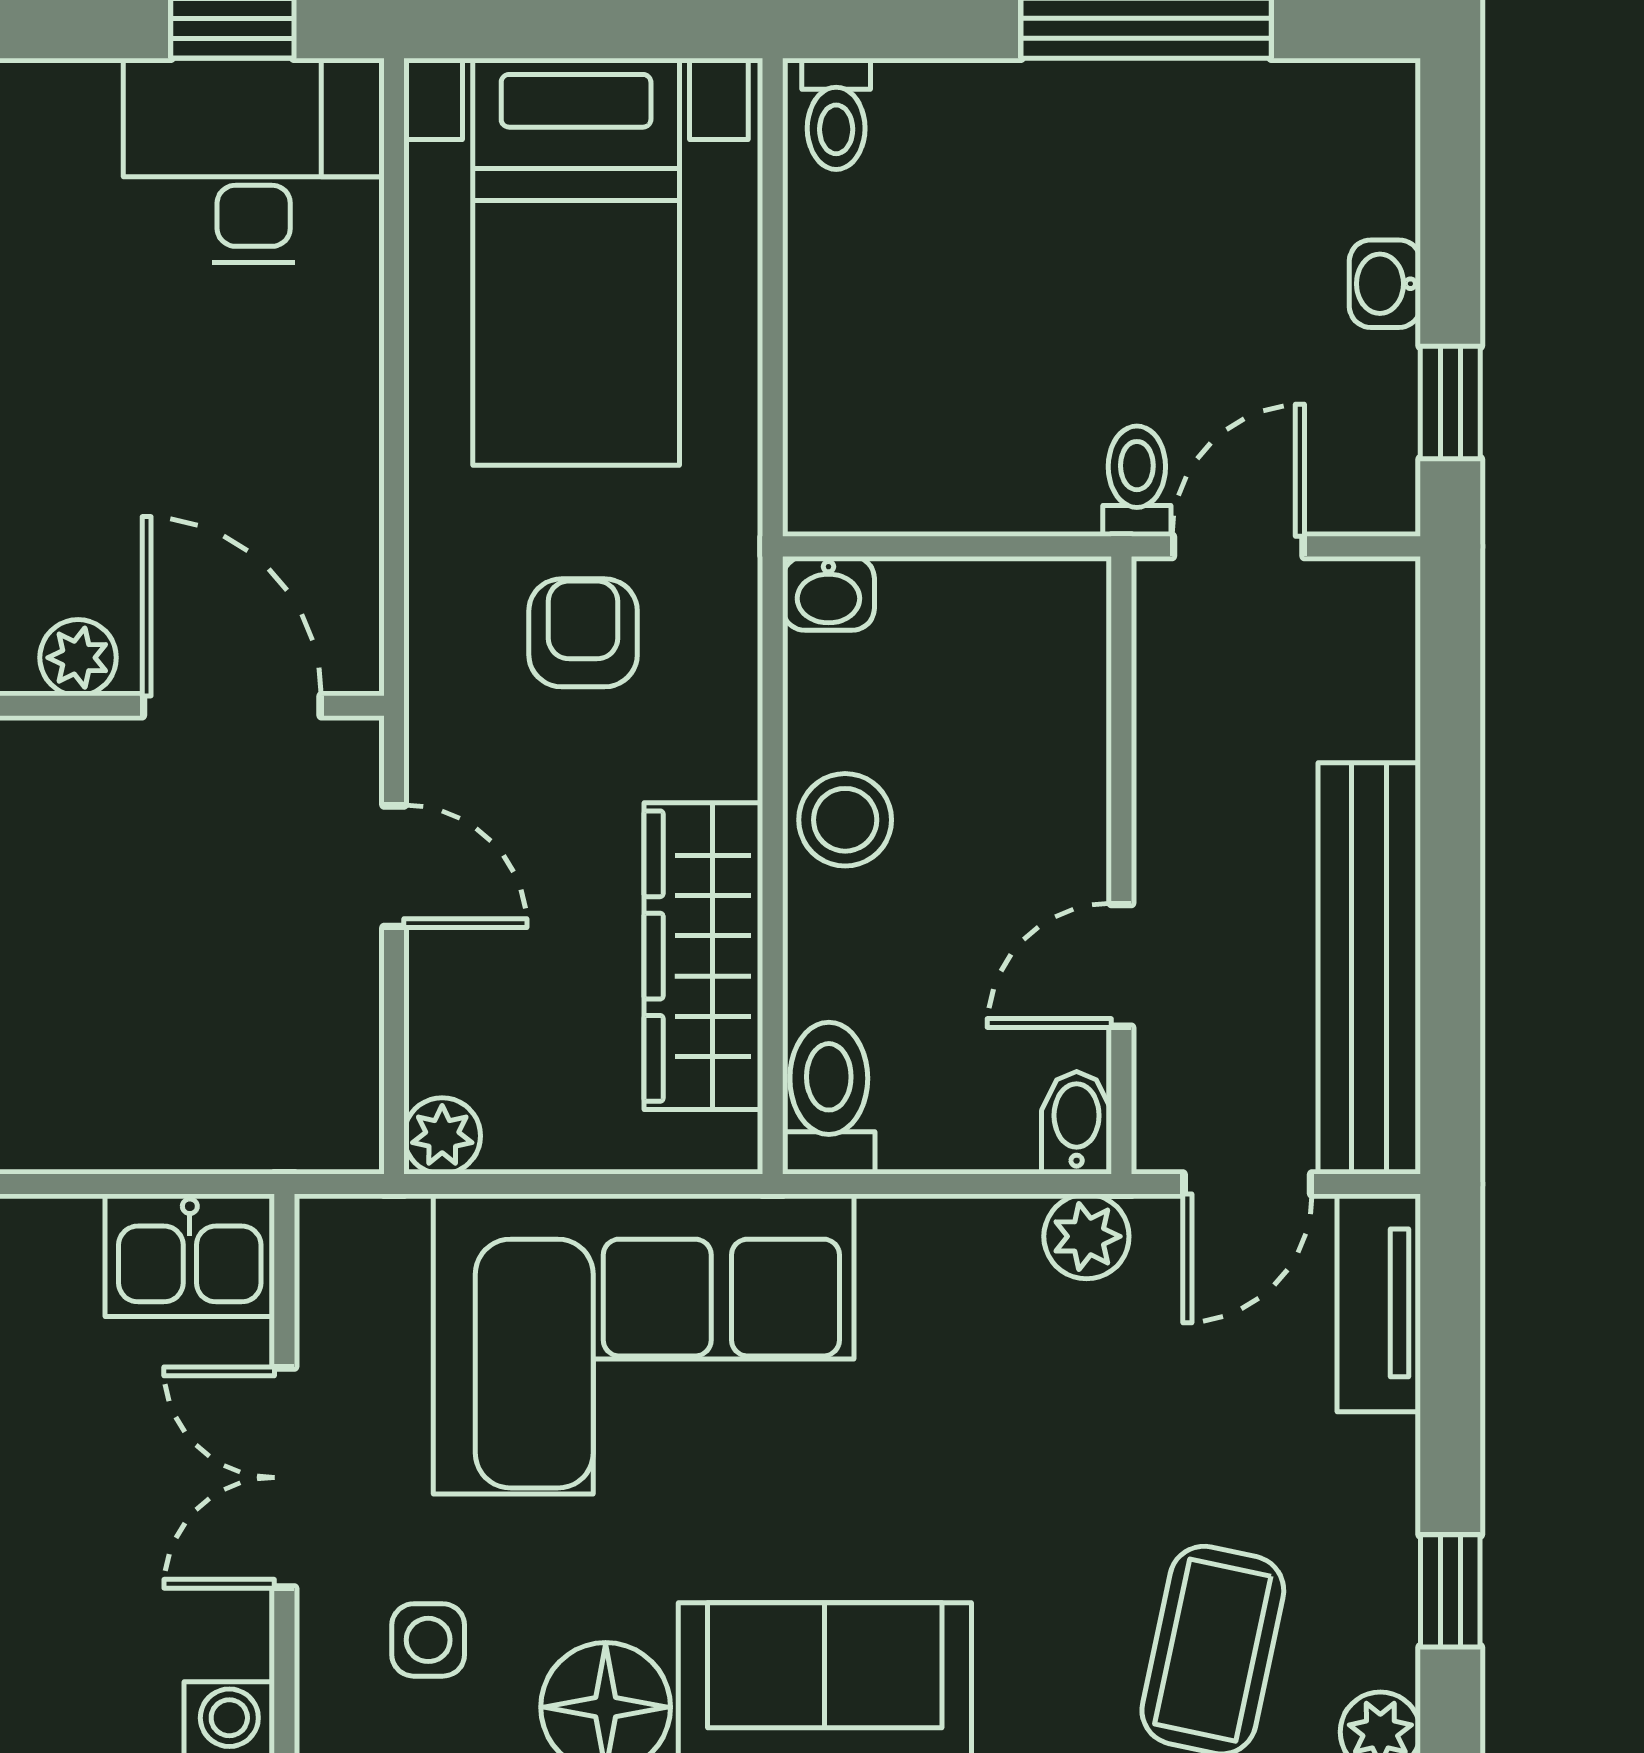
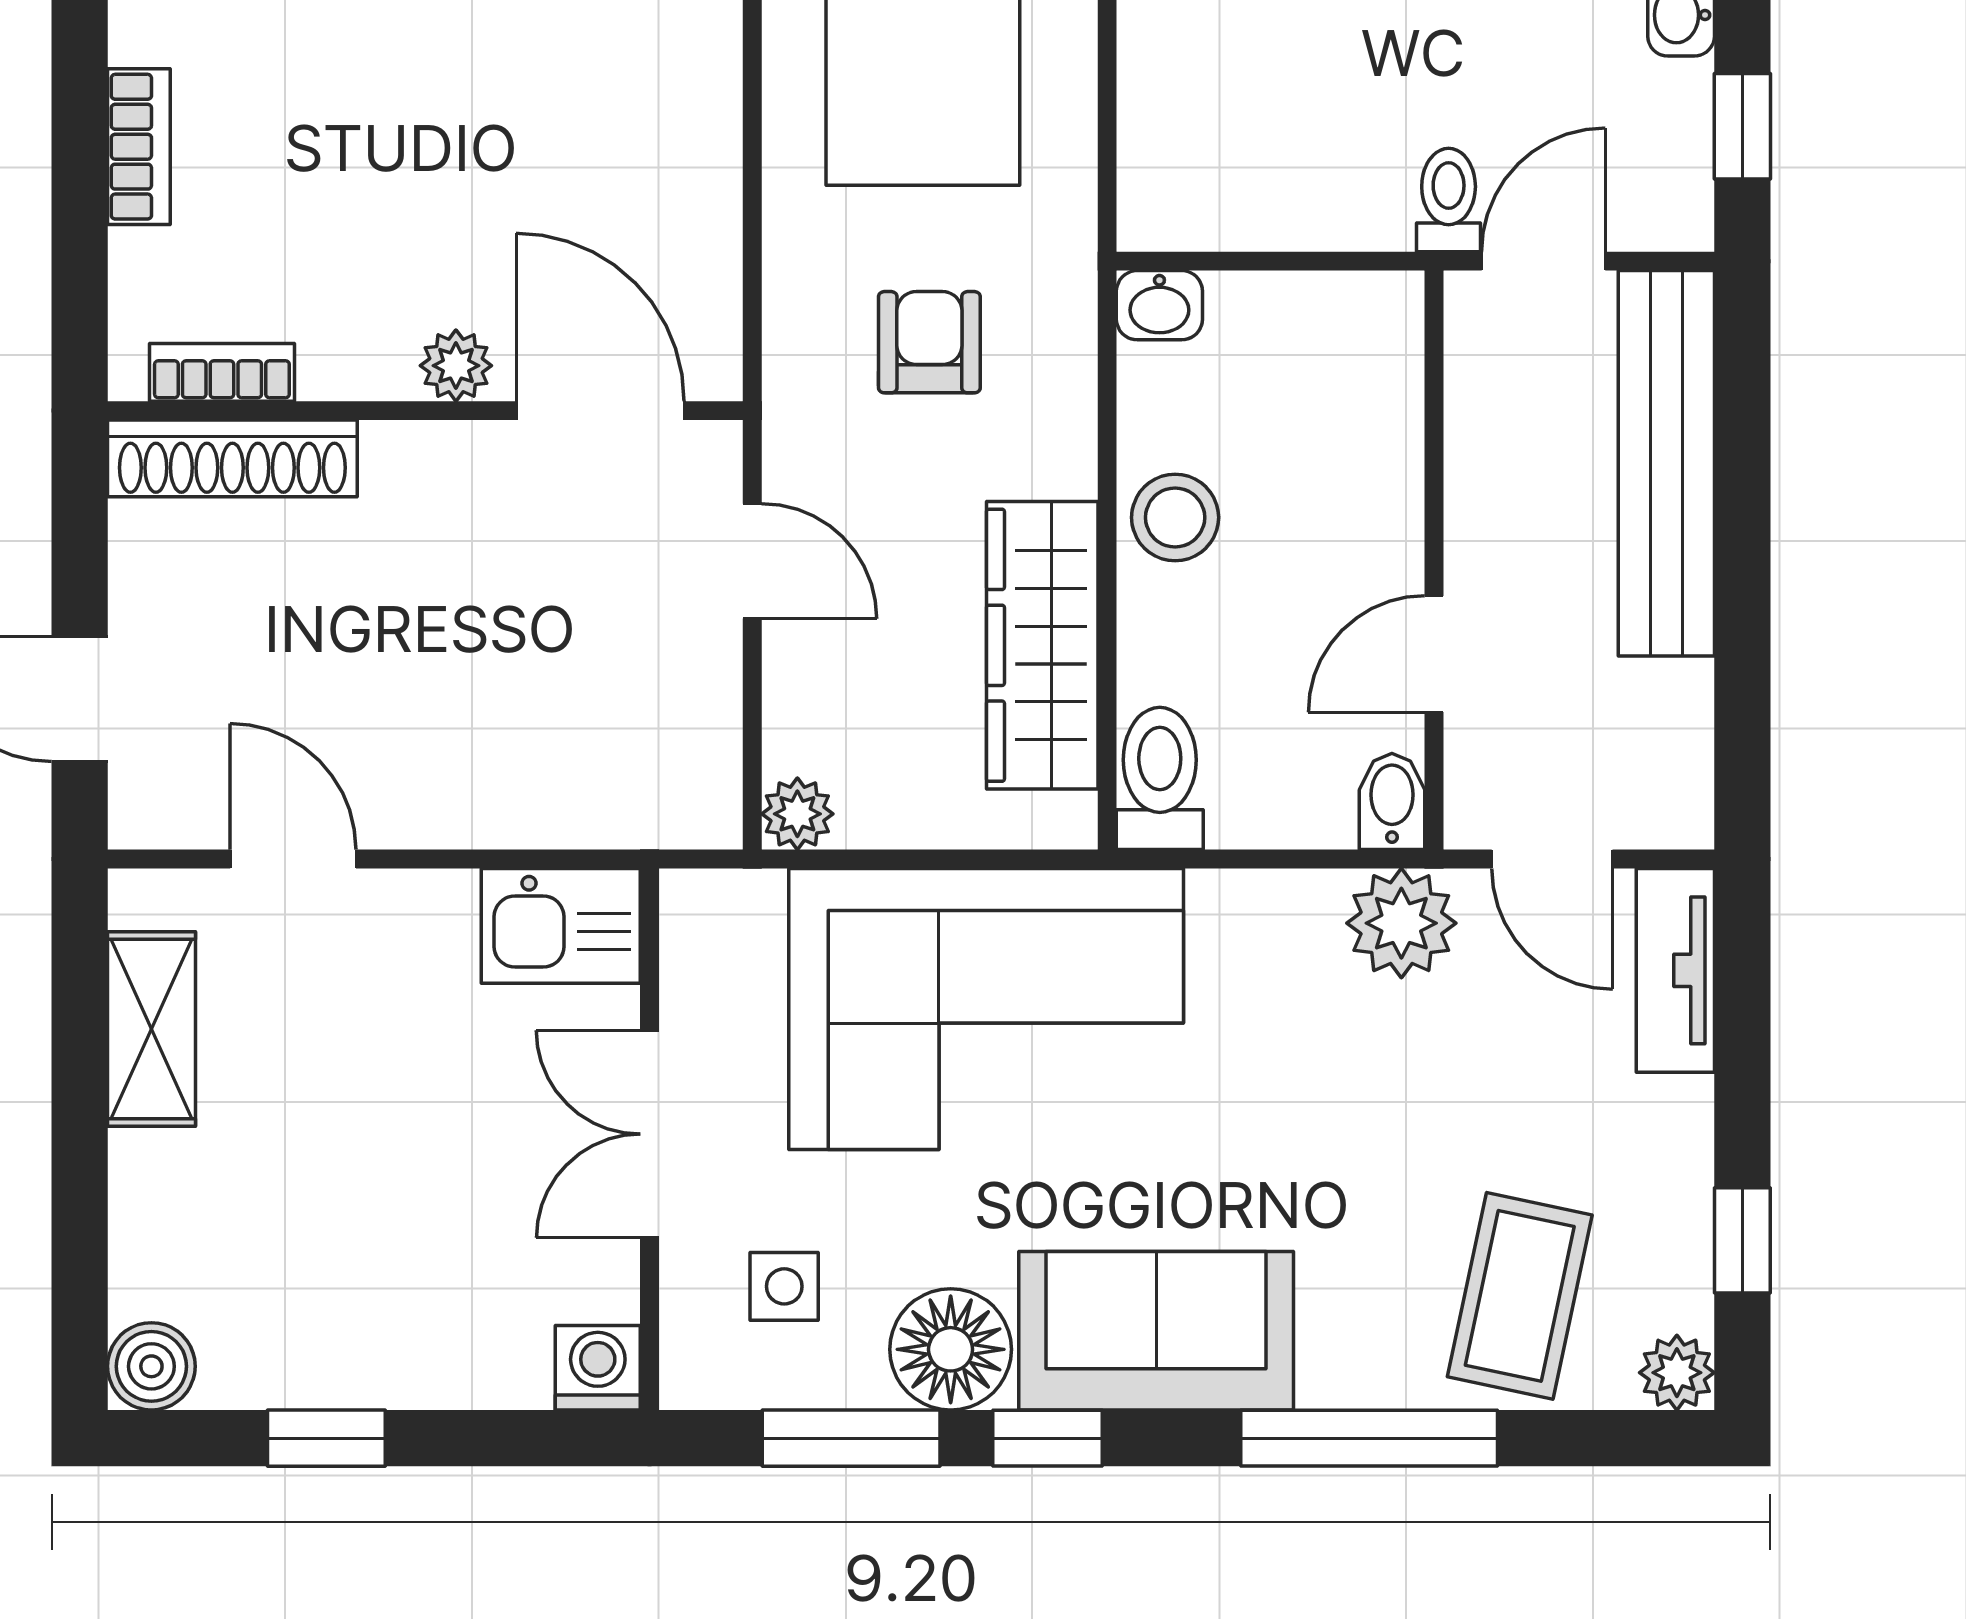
bench: (1369, 968) -> (1666, 463), moved
door: (1247, 1184) -> (1552, 859), hinge flipped
plant: (1086, 1236) -> (1401, 923), width x1.38, depth x1.38

